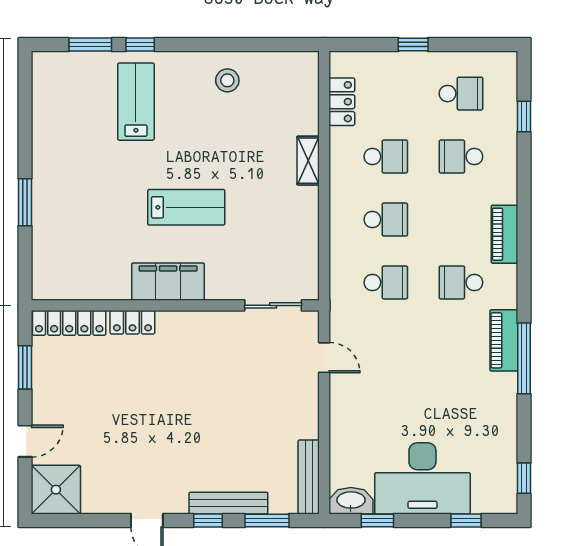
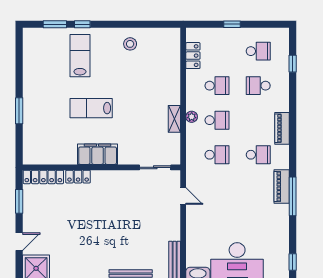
shelving: (308, 161) -> (174, 119), moved
lab bench: (186, 207) -> (91, 108), moved, turned 180
plant: (340, 213) -> (192, 117), added
school desk: (461, 282) -> (258, 155), turned 180

